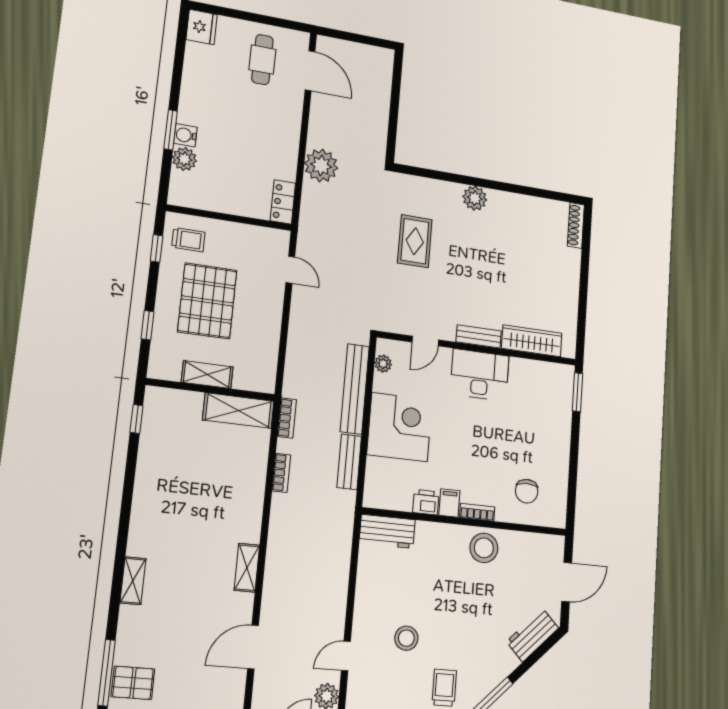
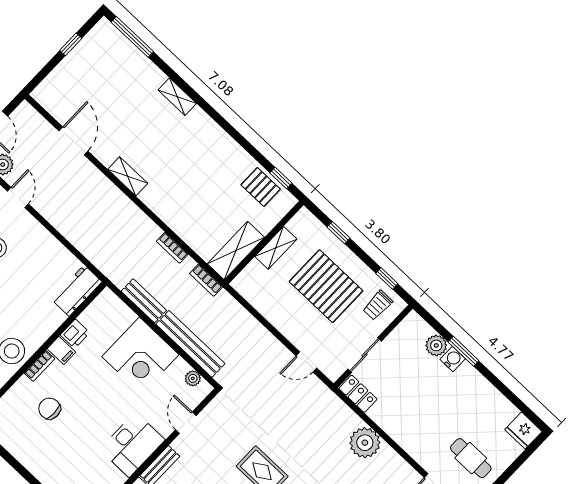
sliding door: (244, 220) -> (365, 355), added
chair: (527, 491) -> (49, 409), moved
pallet: (133, 683) -> (261, 187), moved, turned 90

